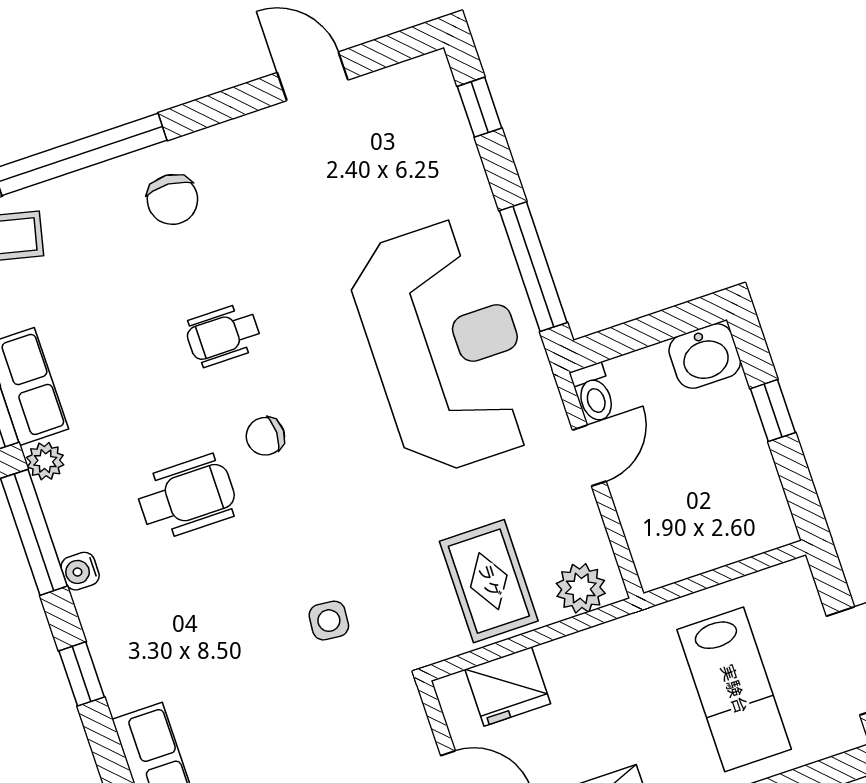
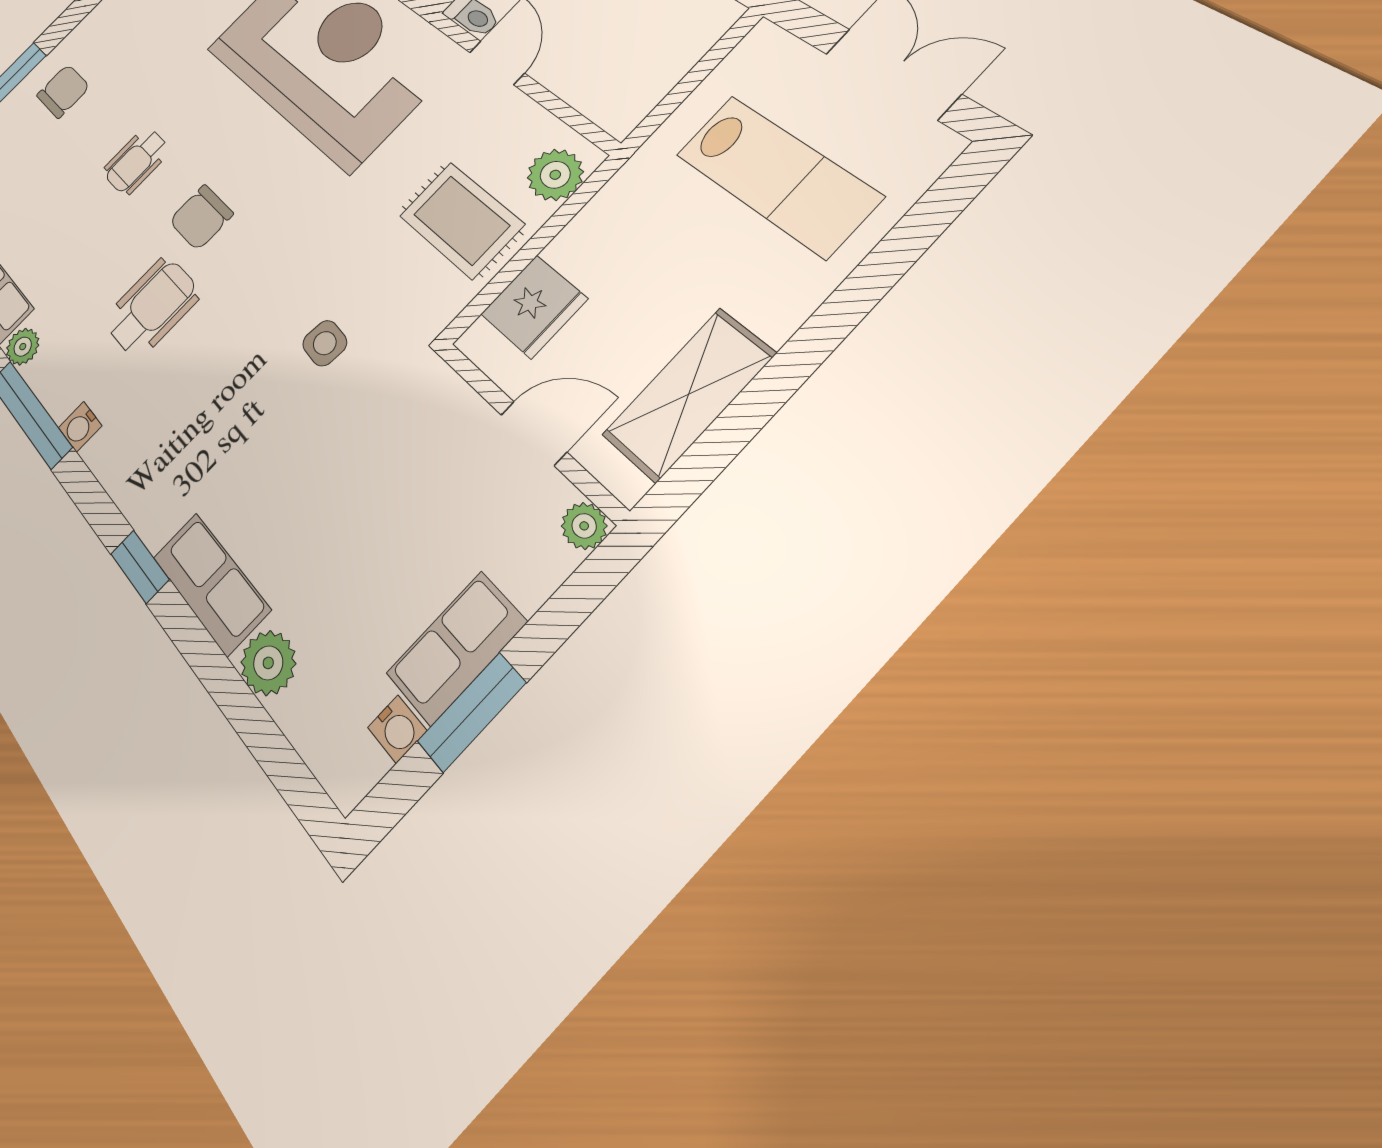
chair: (172, 200) -> (63, 91), turned -93
chair: (265, 436) -> (201, 217), width x1.37, depth x1.37
window: (82, 674) -> (140, 567), moved

